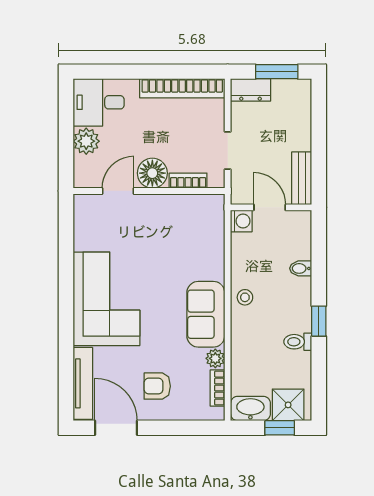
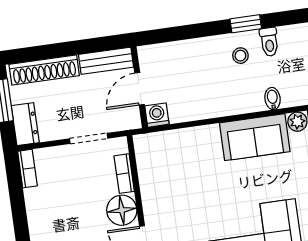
bookcase: (182, 88) -> (27, 169), width x0.43, depth x0.76
shoe rack: (301, 116) -> (44, 70), added
bidet: (301, 268) -> (273, 99), moved, turned 180
stool: (245, 297) -> (240, 56), moved

